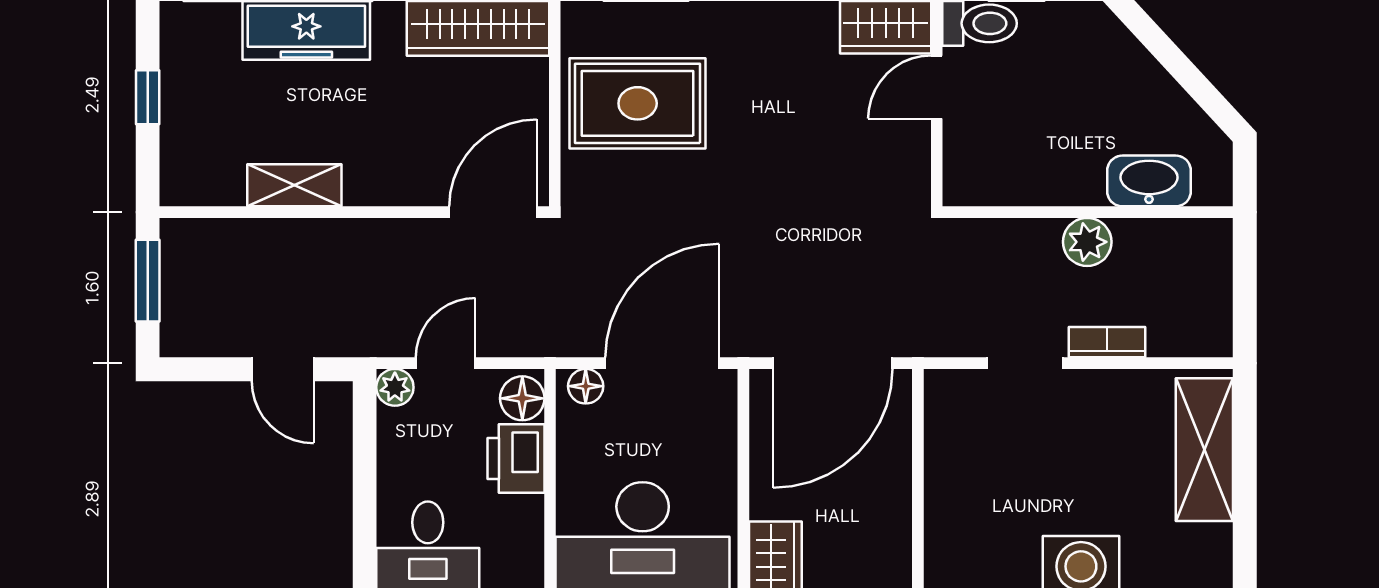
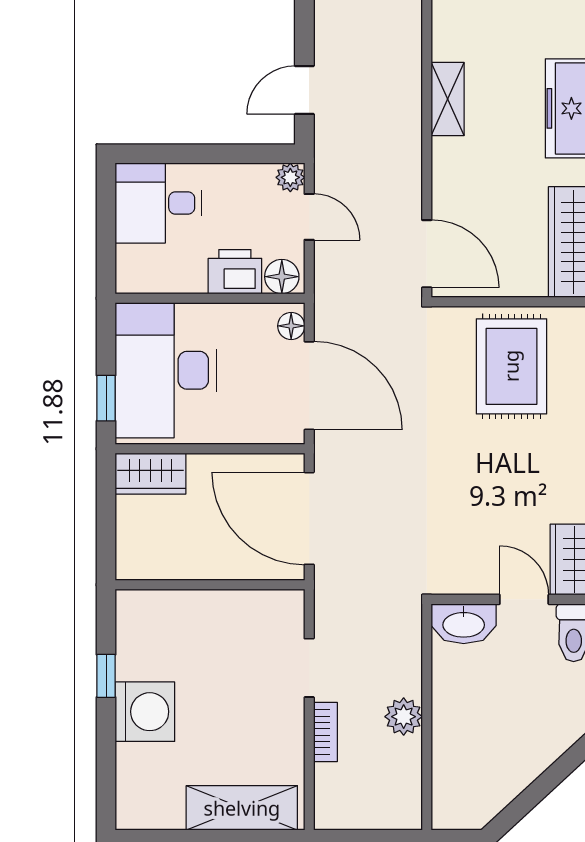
washbasin: (1149, 181) -> (464, 624), moved, turned 90

